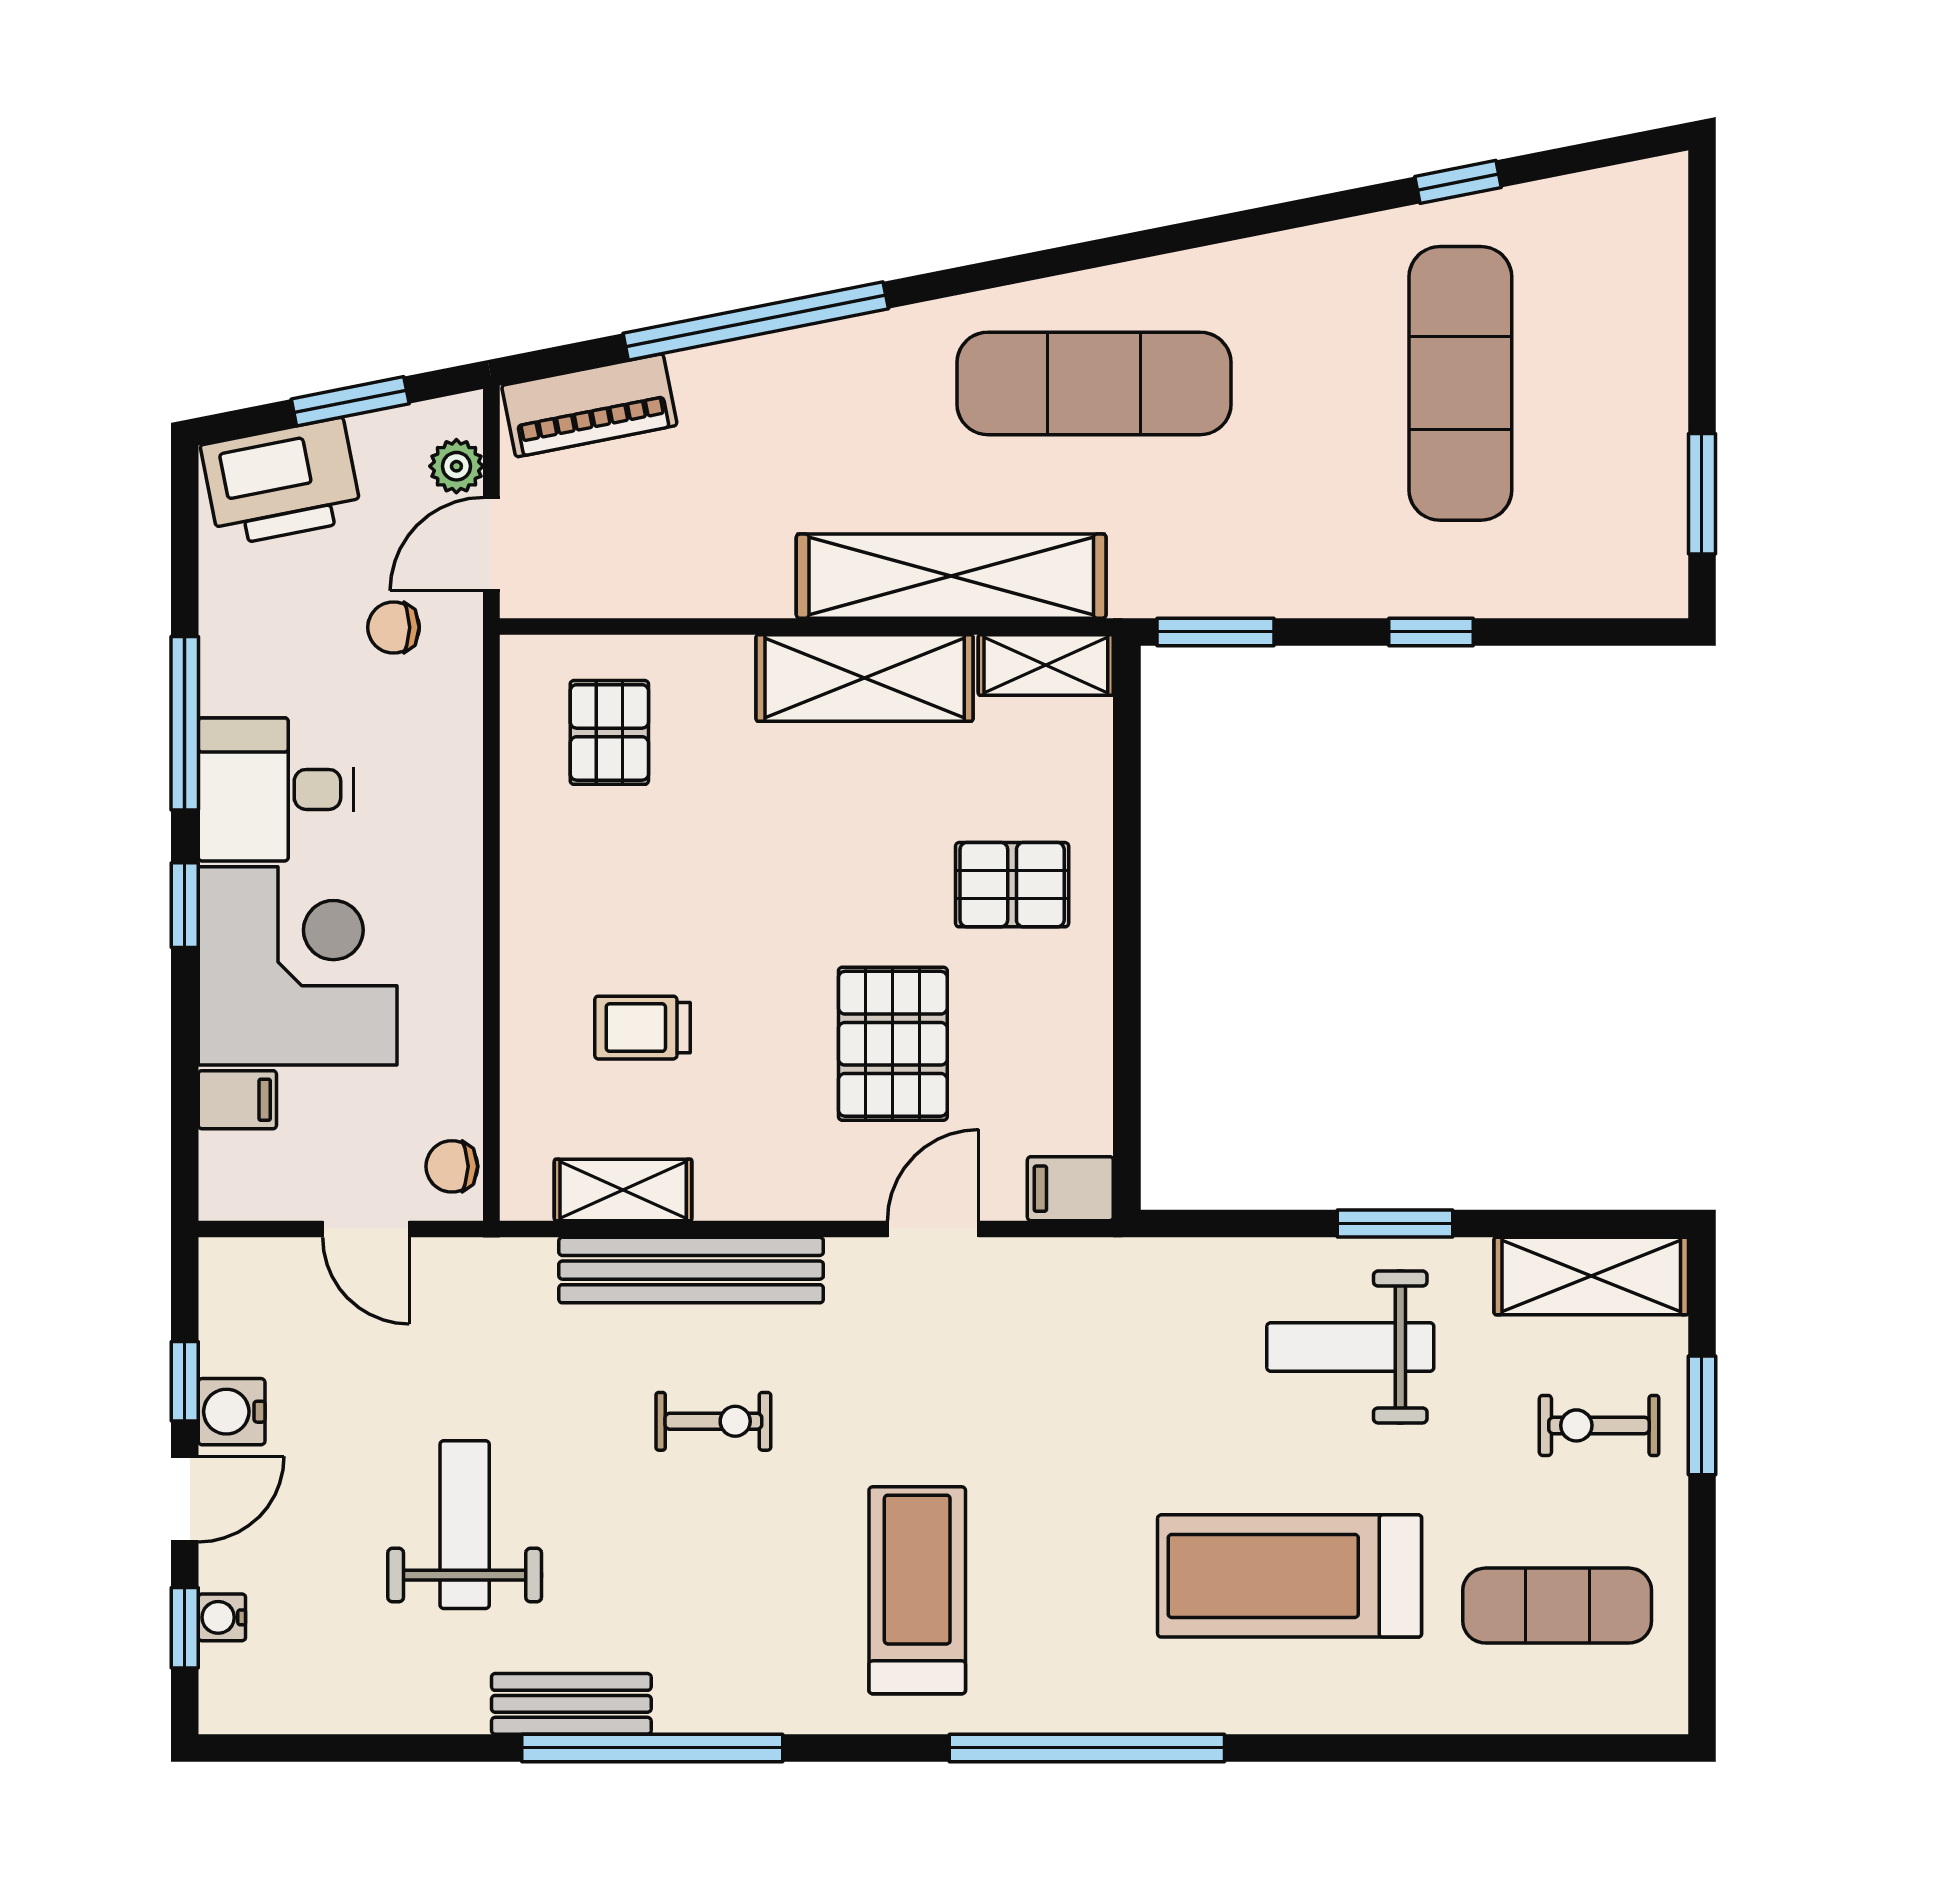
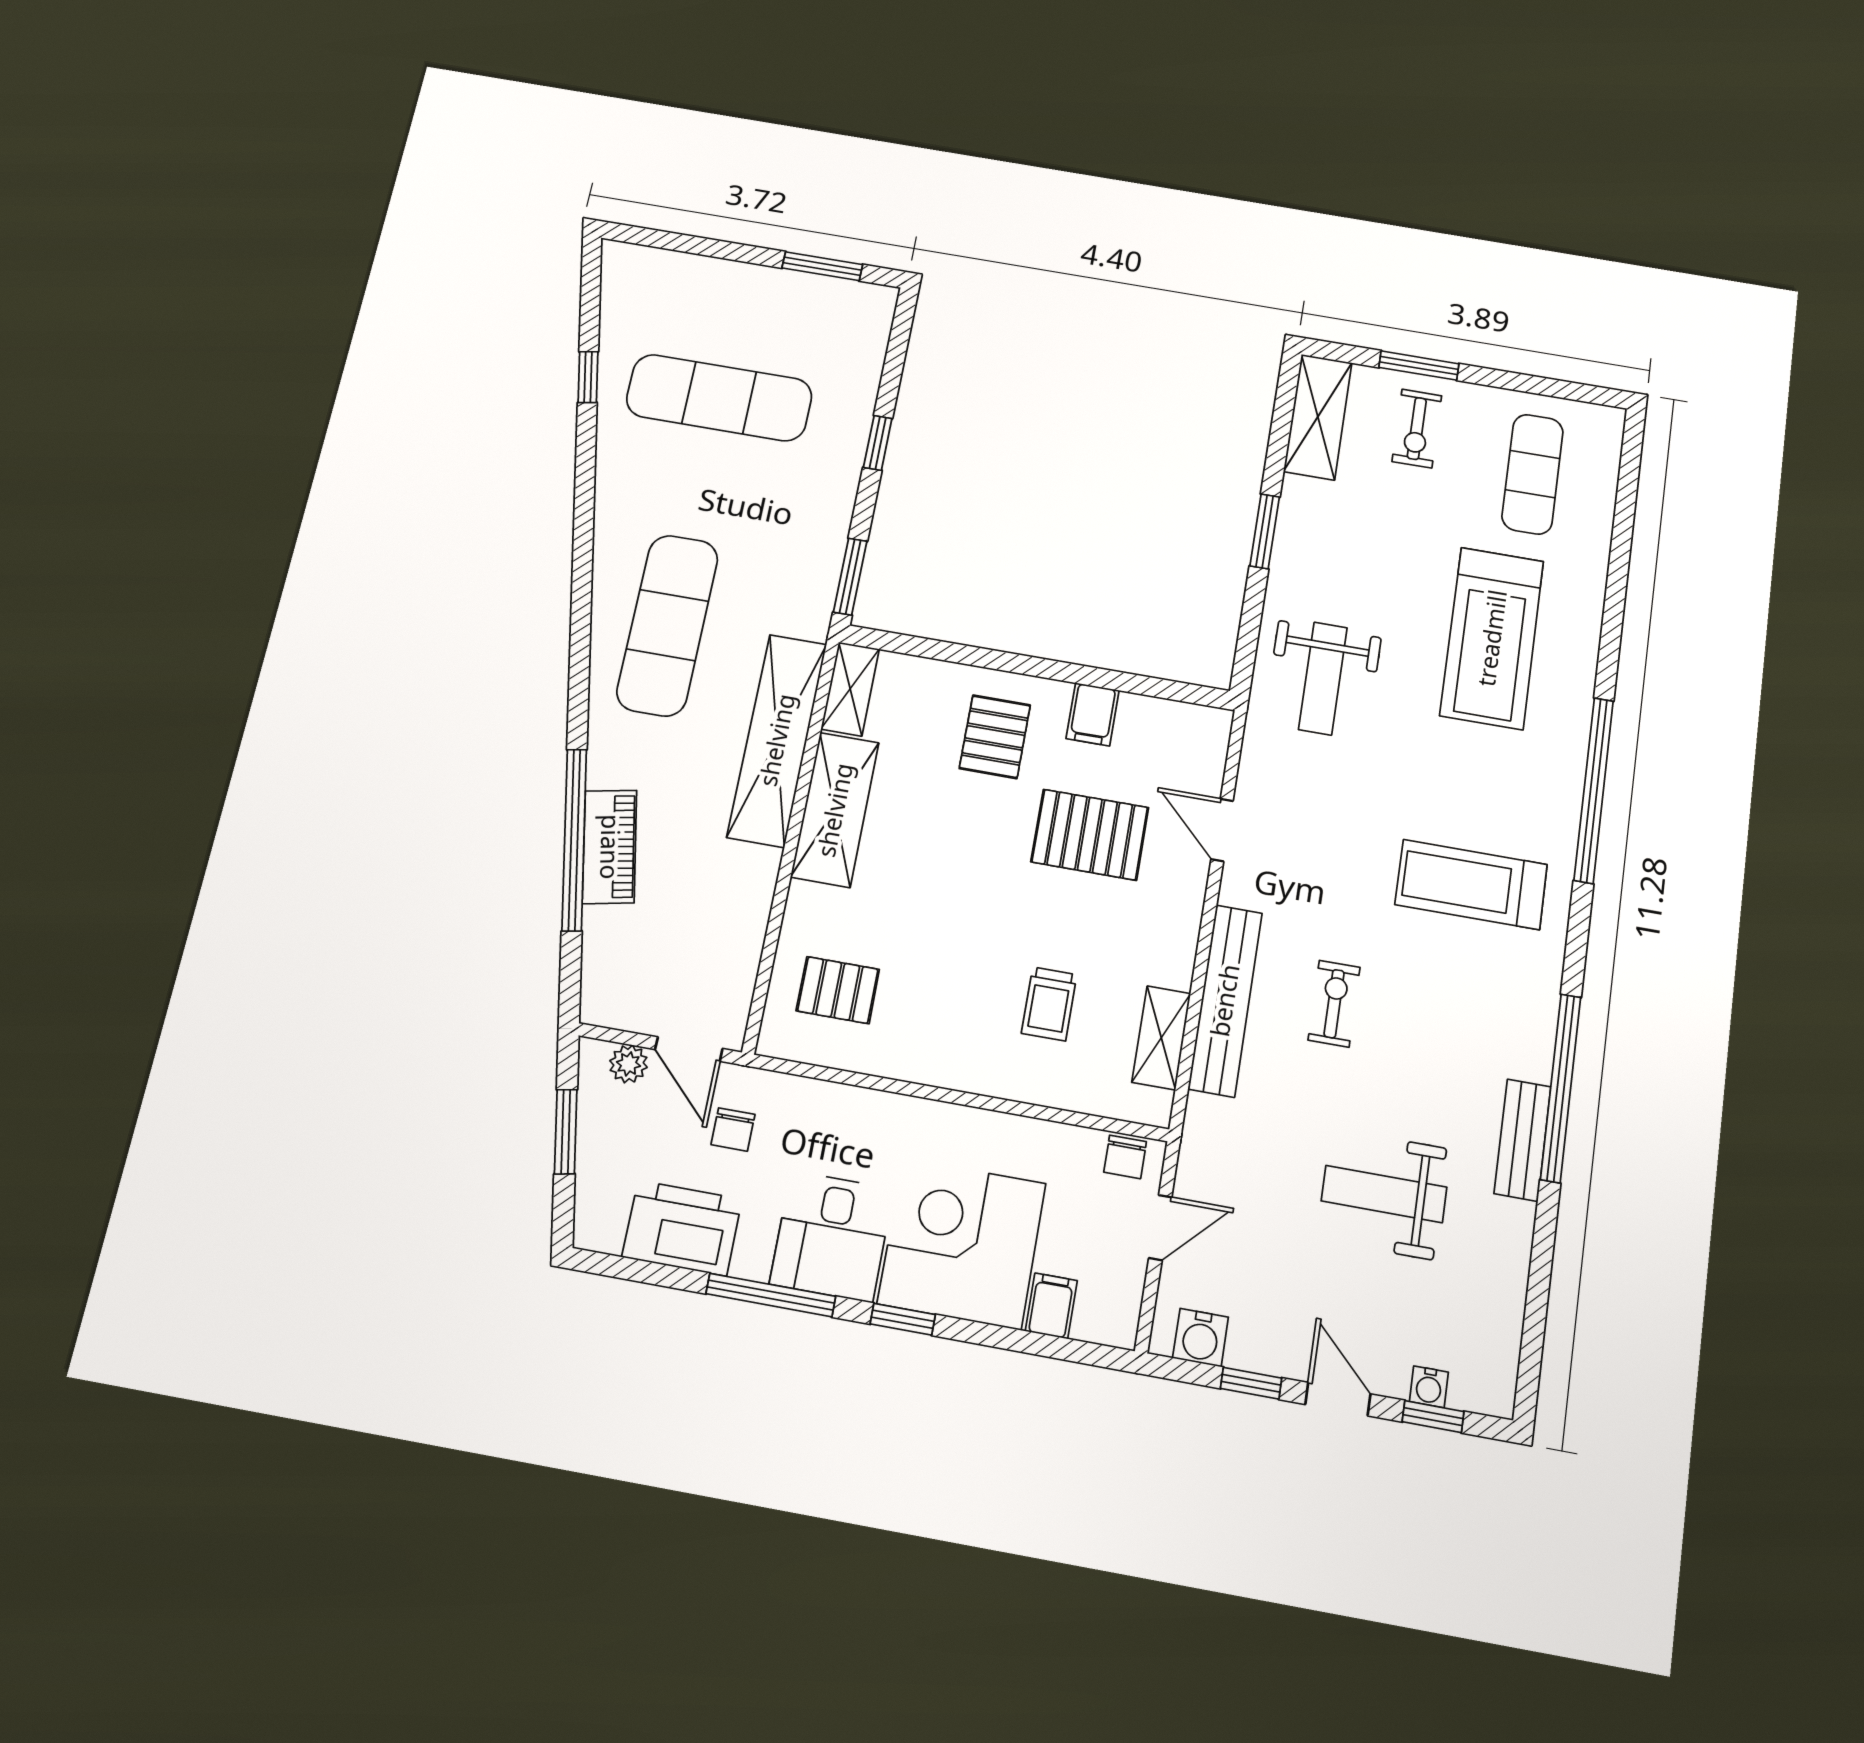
piano: (589, 405) -> (610, 847), moved
printer: (281, 482) -> (682, 1228), moved, turned -79
filing cabinet: (1070, 1189) -> (1093, 714), moved
weight bench: (1350, 1347) -> (1323, 678), moved
water cooler: (232, 1412) -> (1201, 1338), moved

